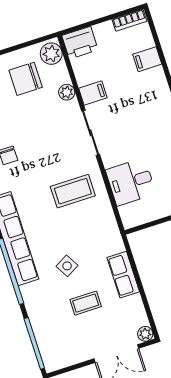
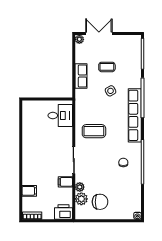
plant: (51, 54) -> (81, 199), moved
desk: (131, 182) -> (60, 116), moved

